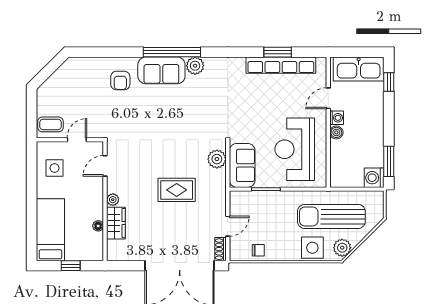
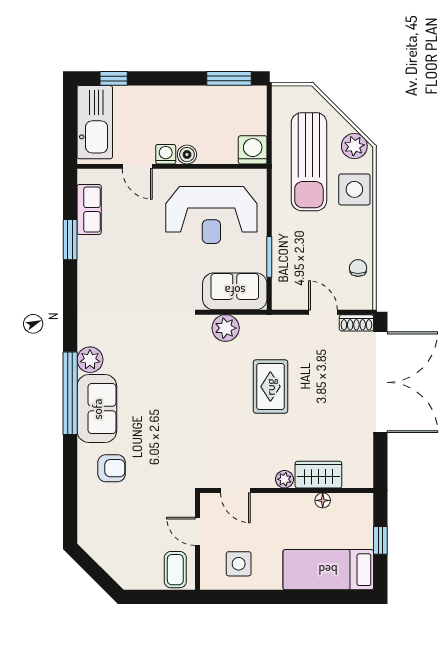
row of seats: (281, 65) -> (89, 210), width x0.50
washing machine: (374, 178) -> (253, 150), moved, turned 180

